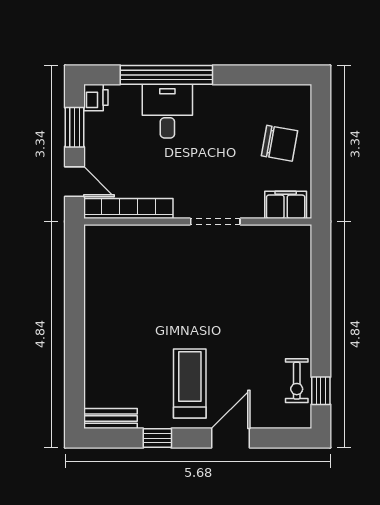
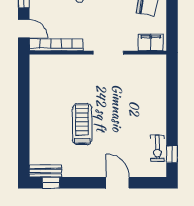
treadmill: (190, 383) -> (82, 124), moved
window: (157, 438) -> (51, 183), moved
door: (231, 438) -> (118, 183), hinge flipped

